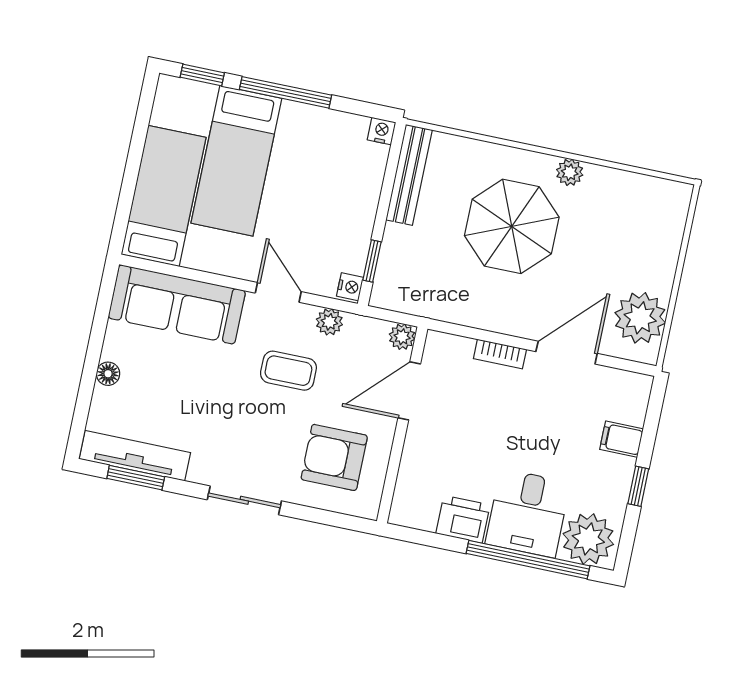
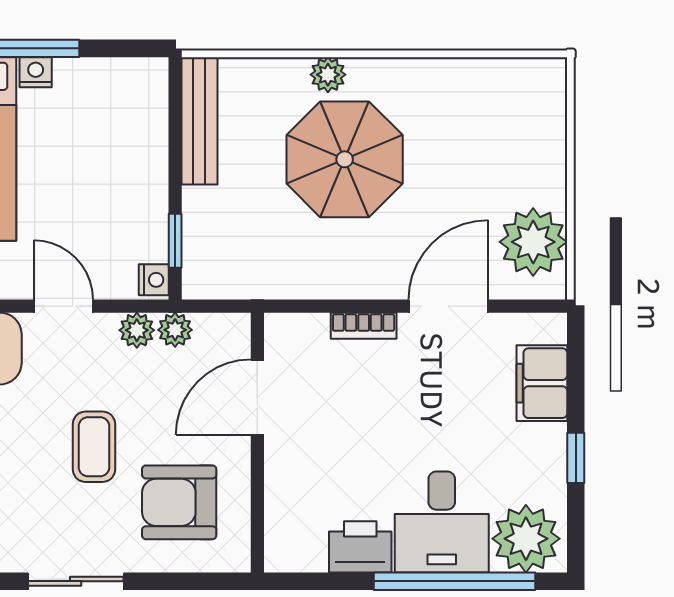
nightstand: (382, 131) -> (36, 72), moved
plant: (570, 172) -> (328, 75), moved
plant: (402, 337) -> (175, 330), moved
coffee table: (288, 371) -> (94, 447), moved, turned 90
filing cabinet: (622, 439) -> (542, 383), width x2.00

